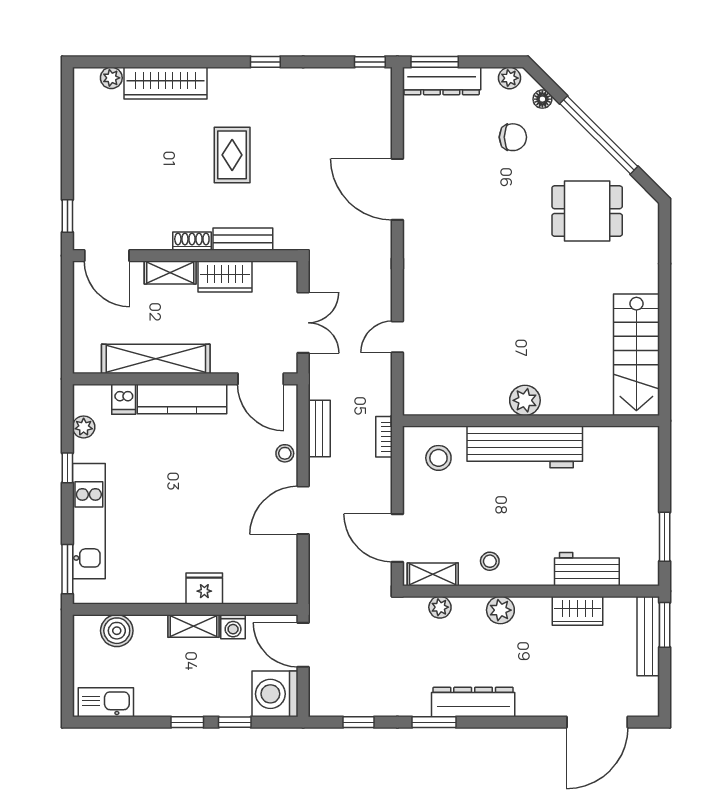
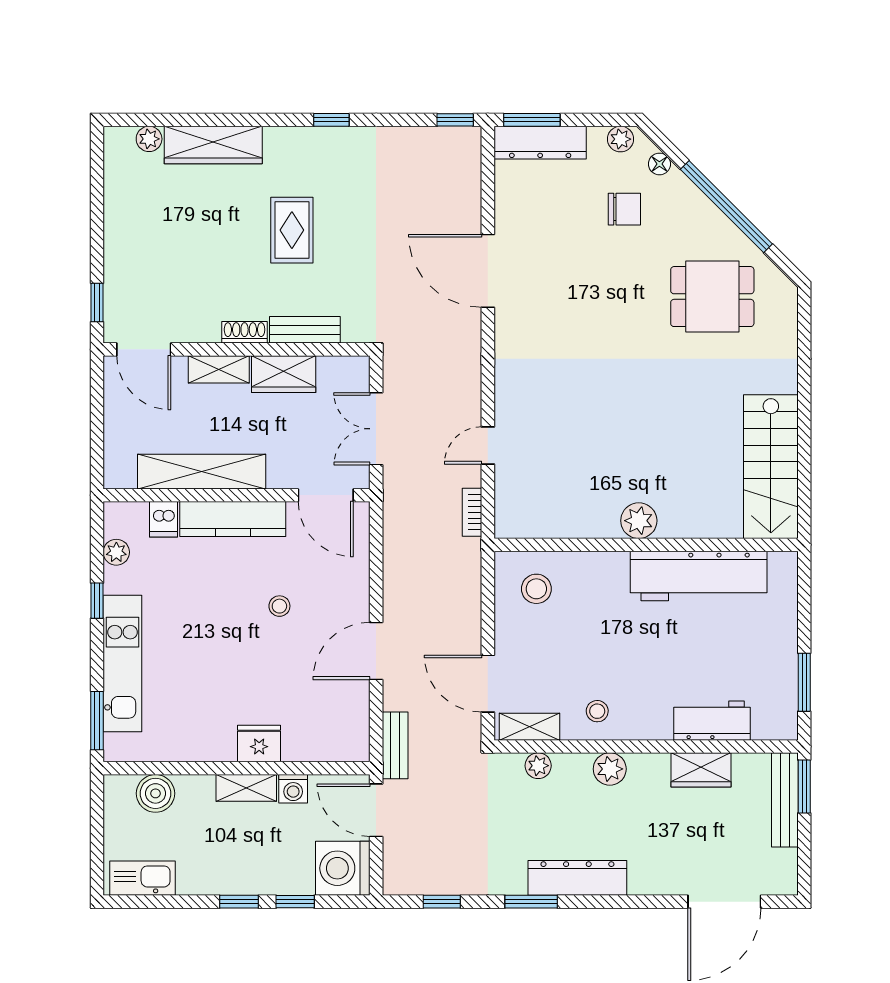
double door: (303, 323) -> (376, 429), swing flipped
bench: (319, 429) -> (395, 745), moved
bookcase: (384, 437) -> (472, 512), moved
workbench: (525, 447) -> (699, 576), moved
stool: (285, 453) -> (279, 606), moved

